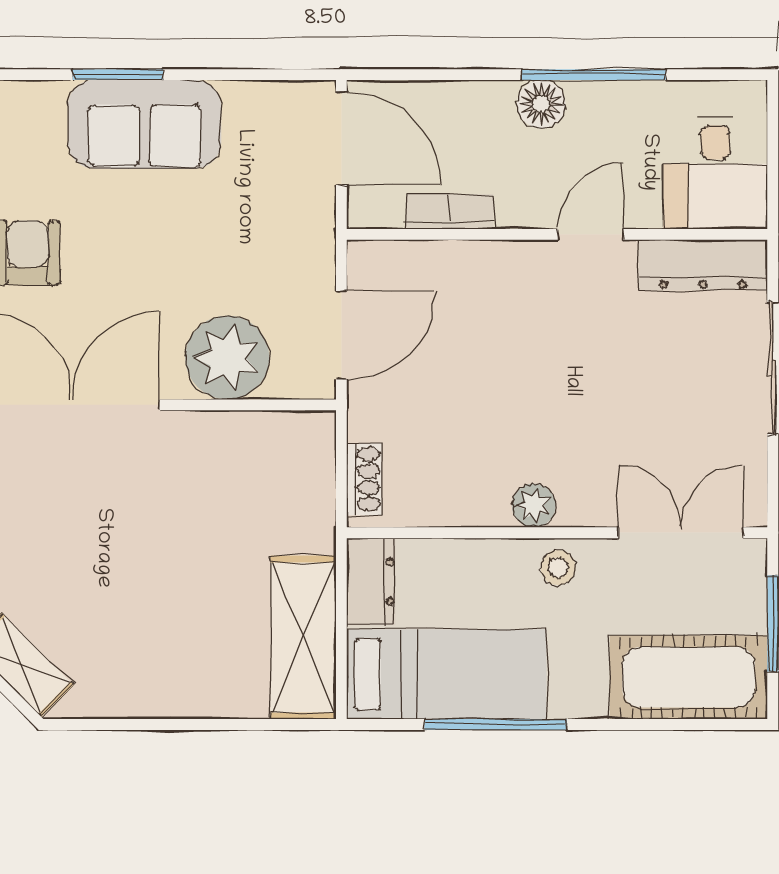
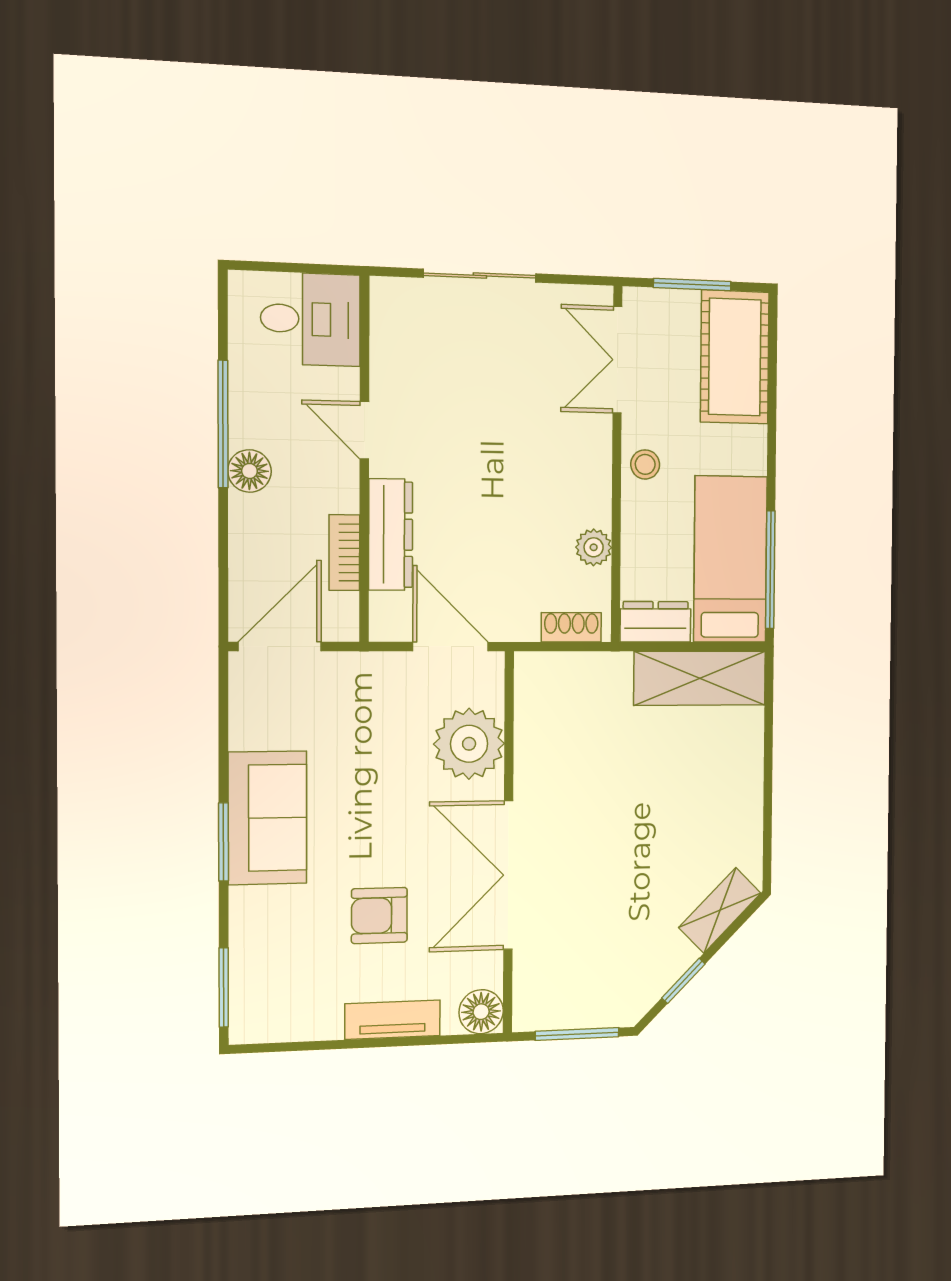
dresser: (703, 265) -> (391, 534), moved
plant: (534, 505) -> (594, 547), moved
window: (496, 724) -> (770, 570), moved

